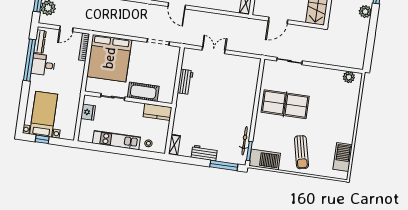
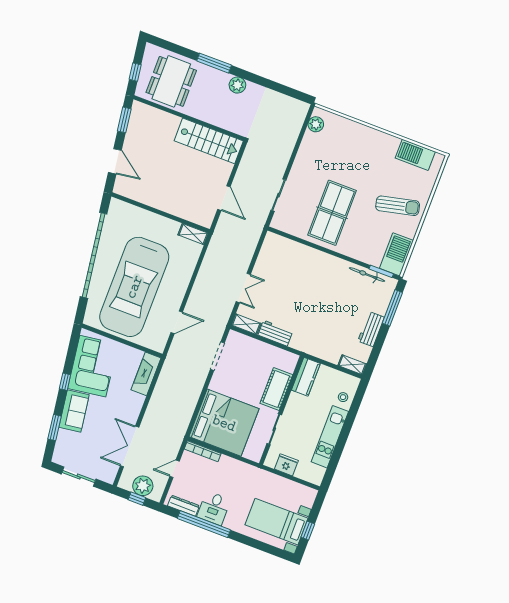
door: (66, 29) -> (175, 469), swing flipped
double door: (214, 50) -> (243, 288), swing flipped
shelving: (187, 58) -> (246, 324), added

